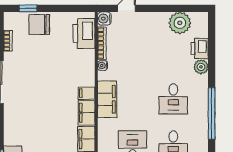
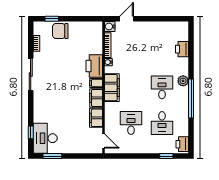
plant: (180, 23) -> (167, 30), removed
printer: (84, 33) -> (94, 66), moved
plant: (201, 67) -> (183, 81), moved
desk: (173, 99) -> (162, 87), turned 180

